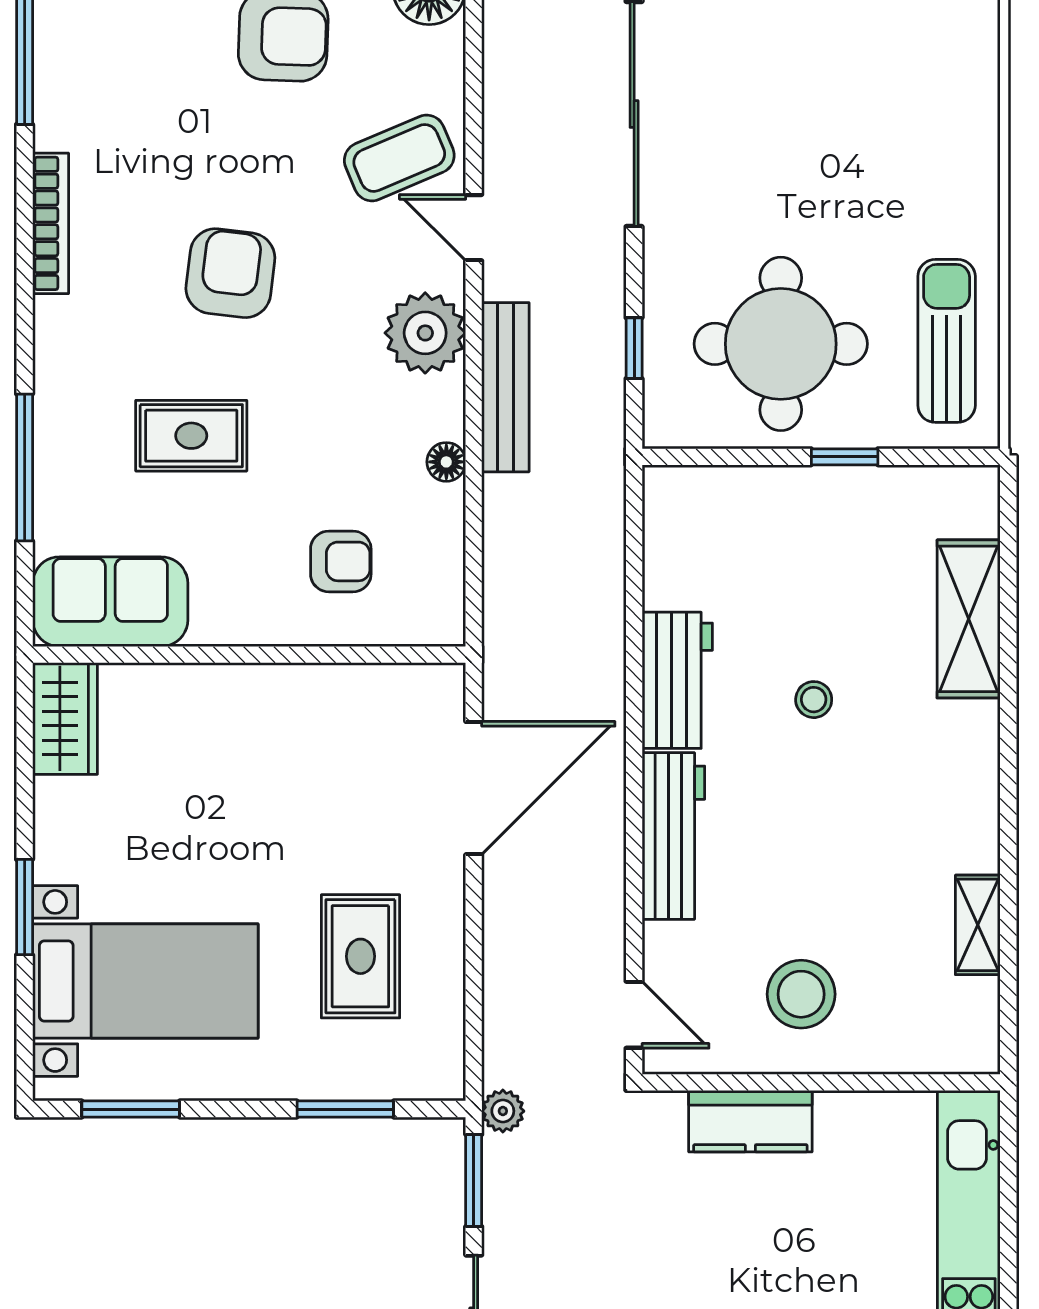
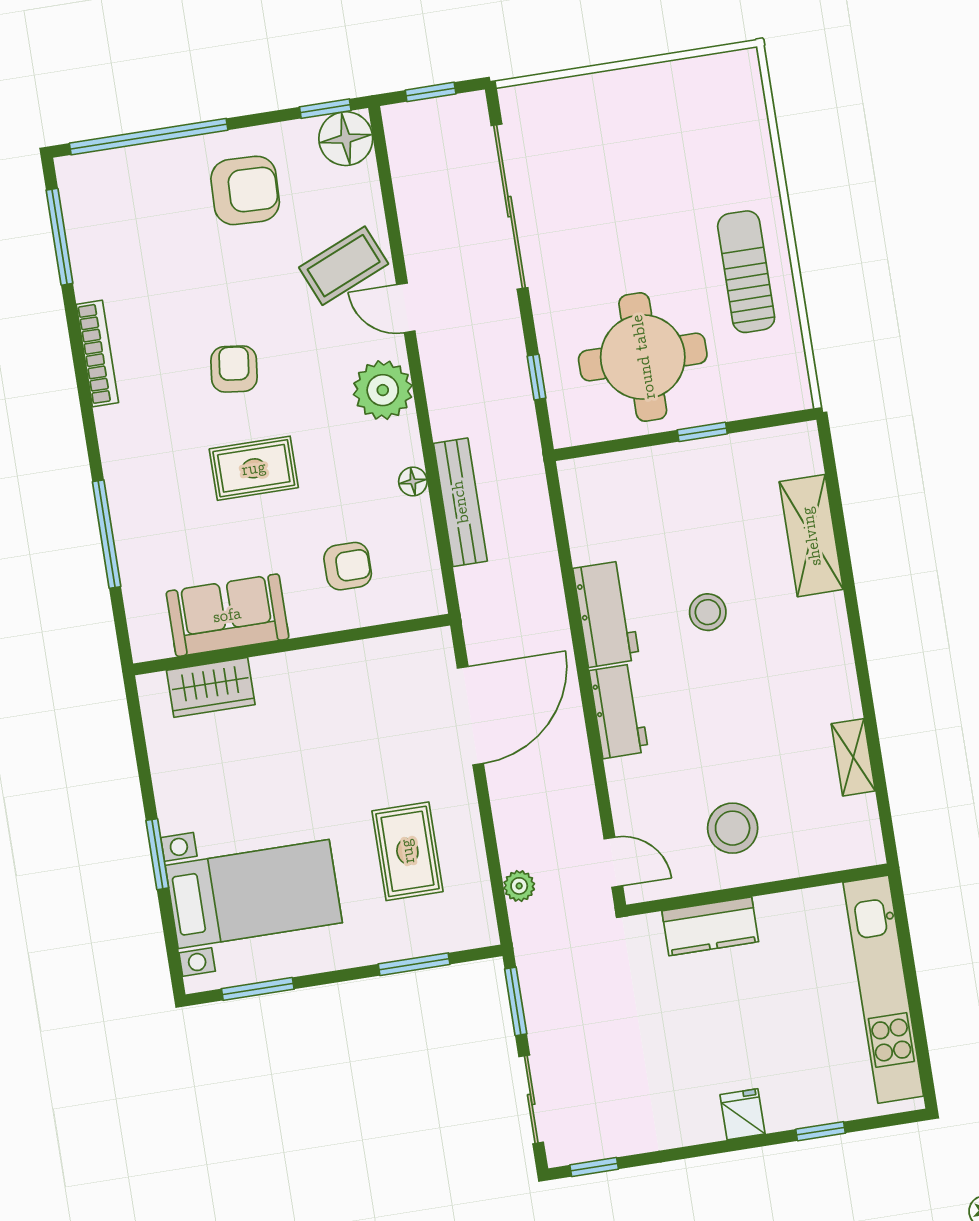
armchair: (230, 273) -> (234, 369), width x0.72, depth x0.72
sun lounger: (947, 341) -> (746, 272), moved
bench: (505, 387) -> (460, 502), moved
rug: (191, 436) -> (254, 468), moved
sofa: (110, 602) -> (227, 615), moved
stool: (814, 700) -> (708, 612), width x1.37, depth x1.37
wardrobe: (65, 718) -> (211, 687), moved, turned 90
workbench: (673, 836) -> (619, 711), width x0.73
plant: (503, 1111) -> (519, 886), moved

